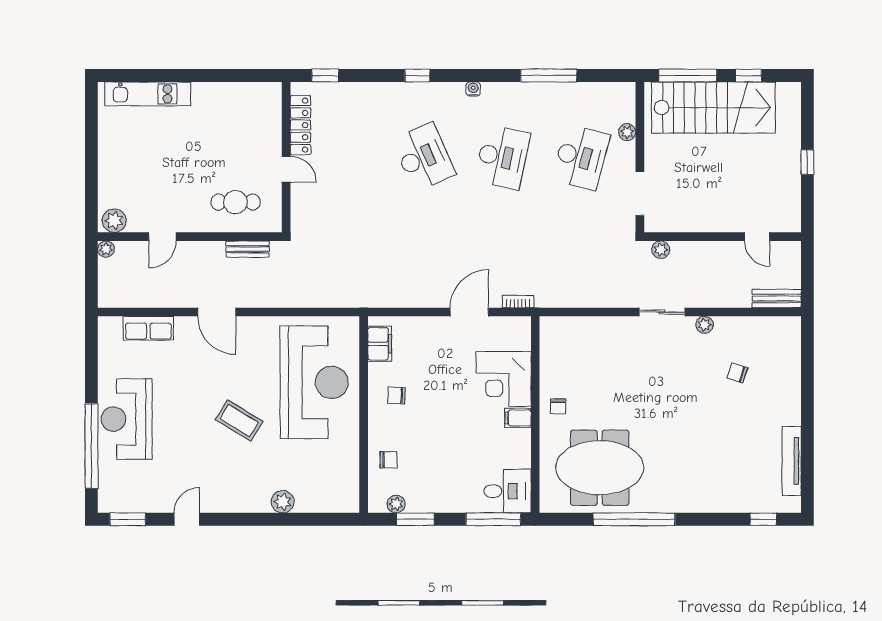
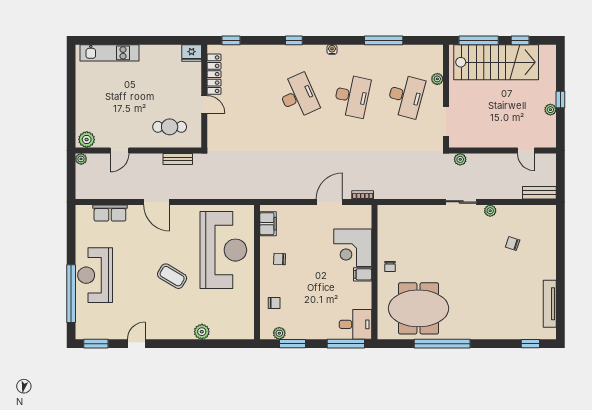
fridge: (268, 94) -> (192, 53), added
plant: (793, 177) -> (550, 110), added

